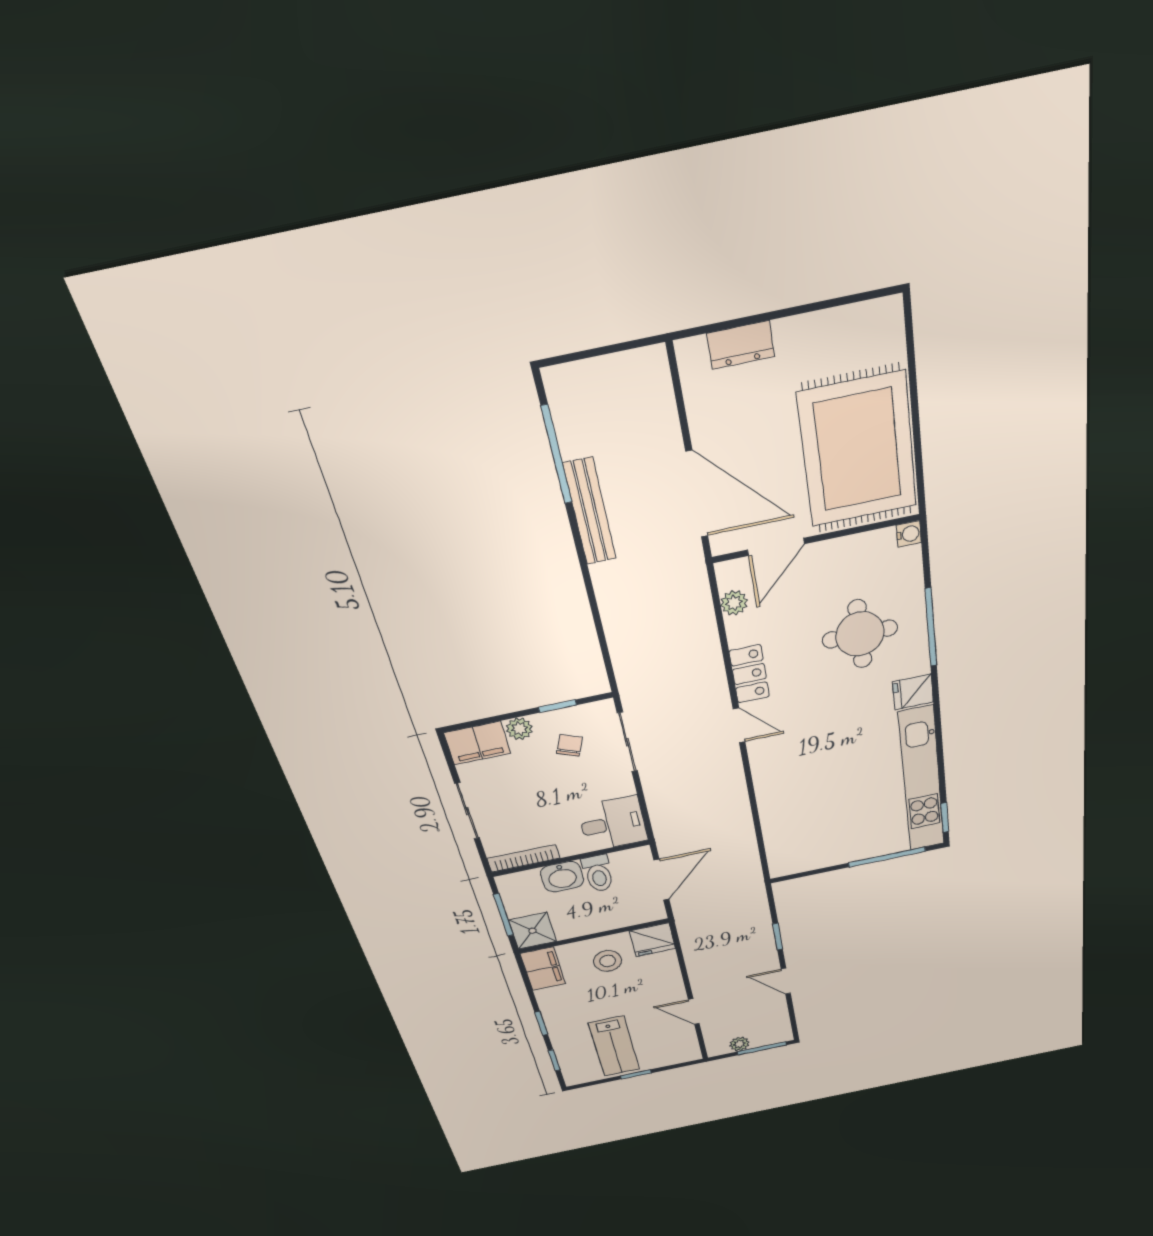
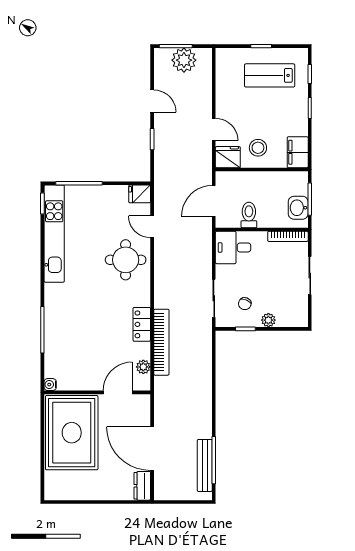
dresser: (741, 345) -> (142, 486), moved, turned -90
door: (697, 494) -> (152, 449), moved
bench: (590, 512) -> (205, 465), moved
round table: (860, 634) -> (126, 260), moved
bookcase: (708, 652) -> (161, 342), added
fridge: (913, 692) -> (140, 194), moved, turned 180
door: (739, 725) -> (152, 227), moved
filing cabinet: (477, 743) -> (292, 317), removed
washbasin: (562, 877) -> (298, 208), moved, turned -90
shower: (533, 931) -> (296, 183), removed
door: (694, 1012) -> (214, 129), moved
plant: (739, 1044) -> (184, 60), width x1.88, depth x1.88
lab bench: (614, 1046) -> (270, 75), turned -90

